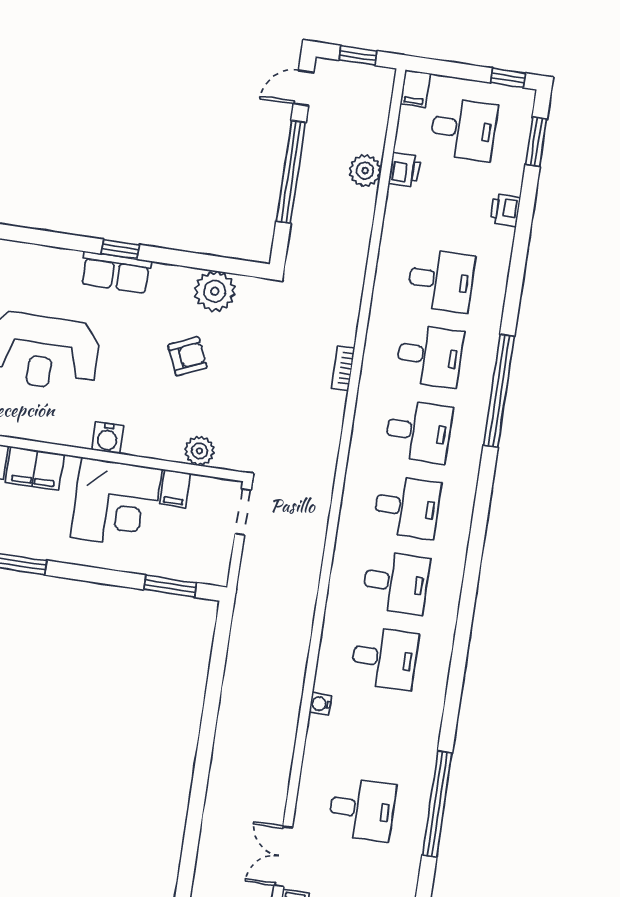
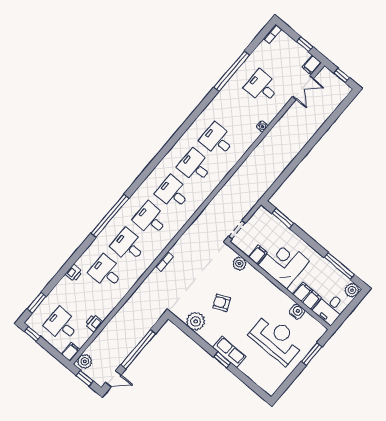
plant: (365, 171) -> (85, 361), moved
printer: (505, 210) -> (74, 273), moved
water cooler: (108, 438) -> (297, 312), moved
water cooler: (320, 704) -> (262, 126), moved

